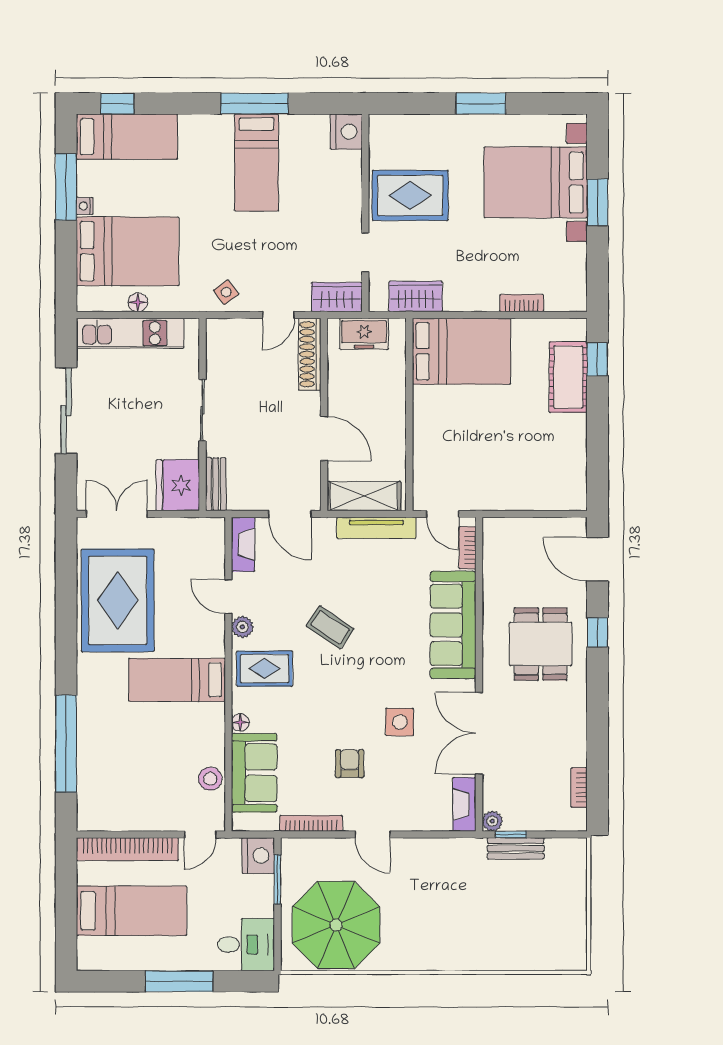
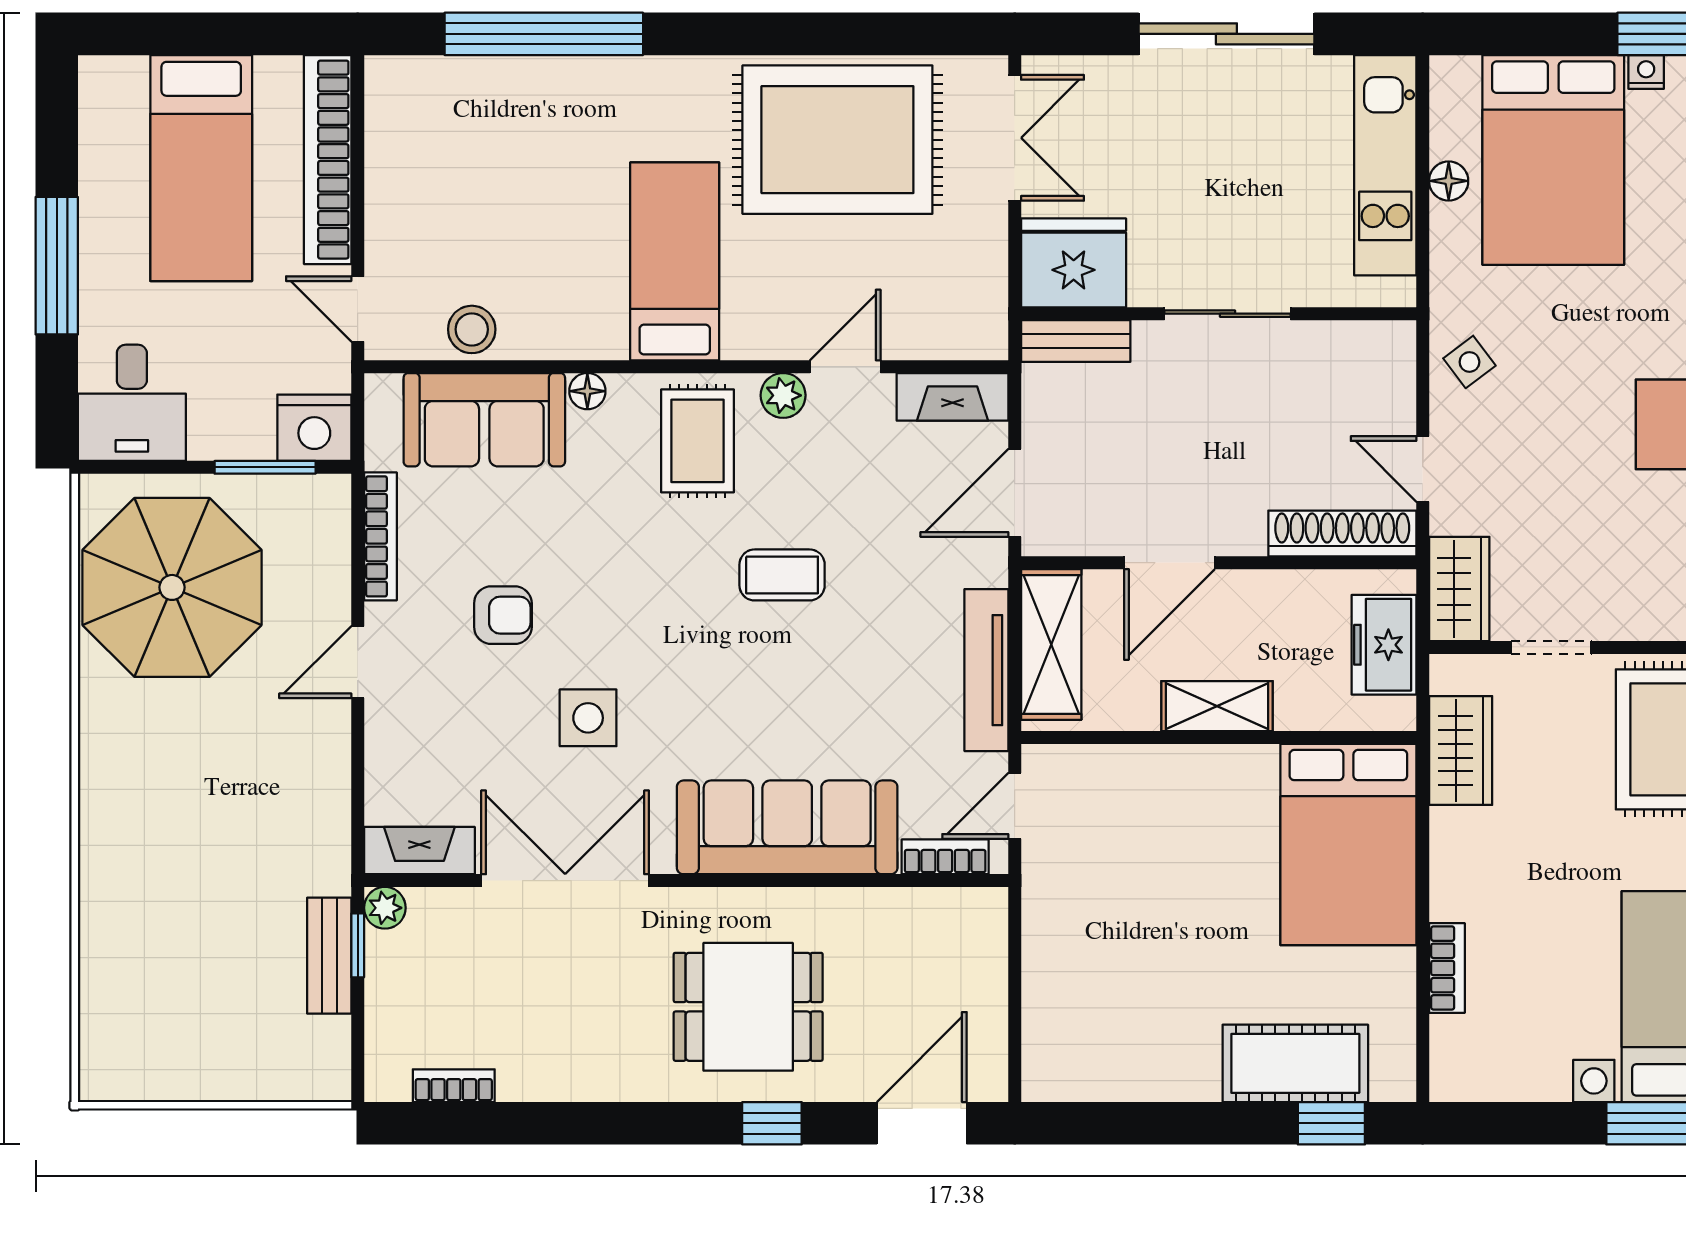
shelving: (394, 415) -> (1217, 706), added
coffee table: (330, 627) -> (782, 575), turned 56

